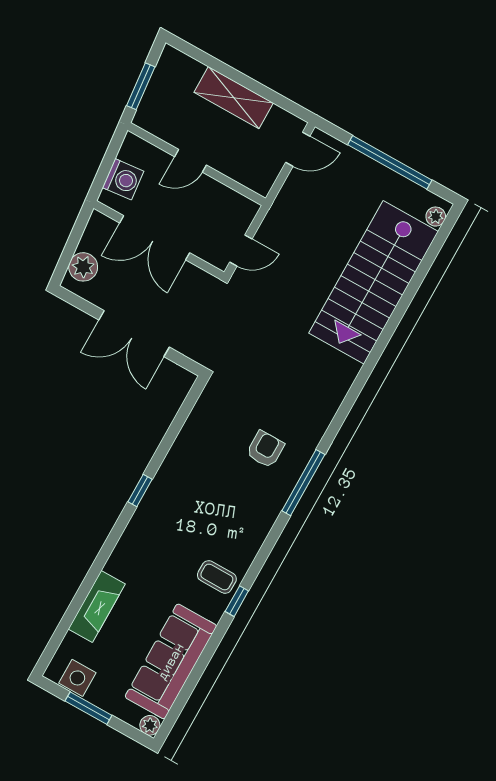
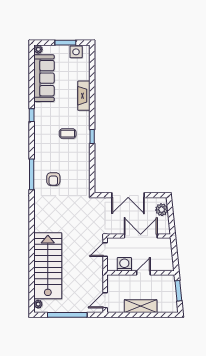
washing machine: (123, 179) -> (124, 264), moved, turned 96
double door: (134, 334) -> (128, 195), swing flipped
coffee table: (217, 577) -> (68, 134), moved
fireplace: (97, 607) -> (84, 96), moved

